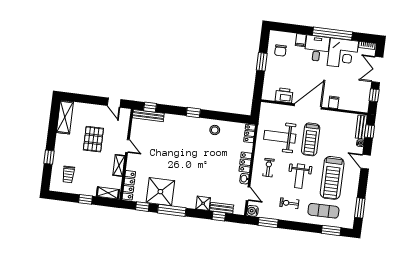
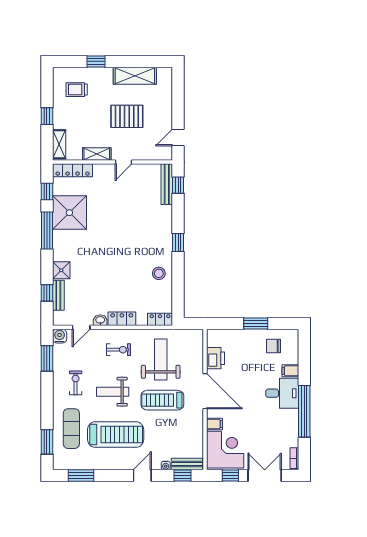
corner desk: (343, 53) -> (225, 450), moved, turned 180
shelving: (65, 117) -> (135, 76), moved
treadmill: (332, 178) -> (116, 435), turned 180

